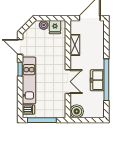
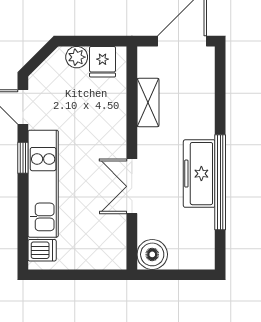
freezer: (97, 80) -> (199, 174), width x1.40
double door: (68, 82) -> (132, 186), swing flipped
window: (42, 120) -> (73, 275), removed

